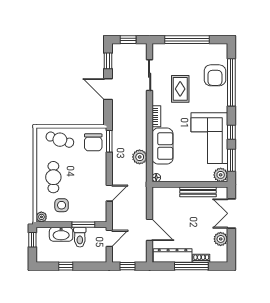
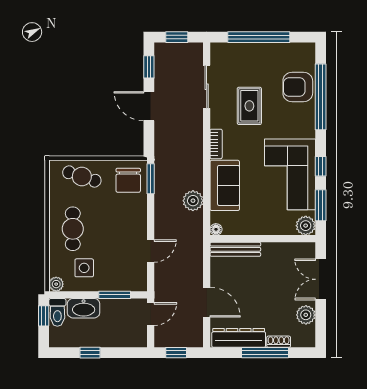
armchair: (215, 75) -> (298, 87), turned 90
bench: (198, 192) -> (235, 249), moved
toilet: (80, 237) -> (57, 312), moved

